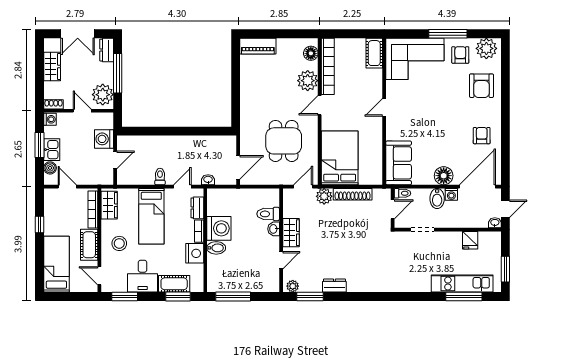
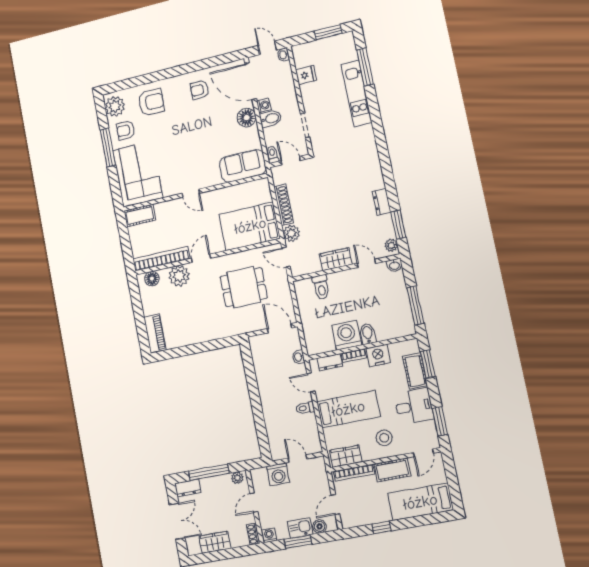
plant: (103, 95) -> (237, 478), width x0.53, depth x0.53
door: (320, 105) -> (201, 258), swing flipped
washbasin: (274, 229) -> (394, 265), moved
kitchen unit: (462, 284) -> (356, 93), moved

